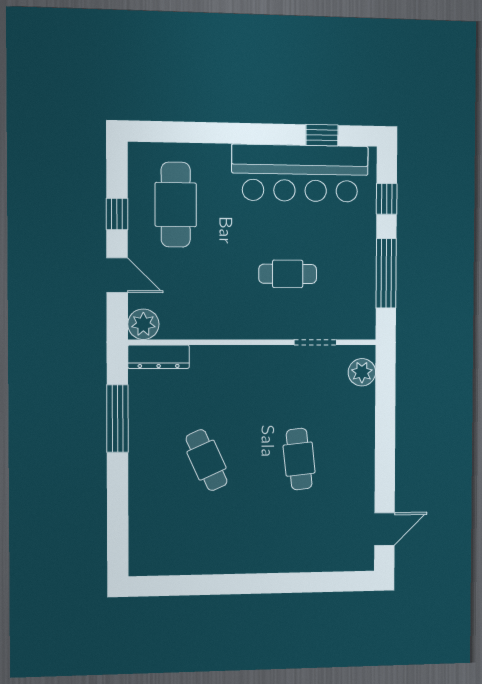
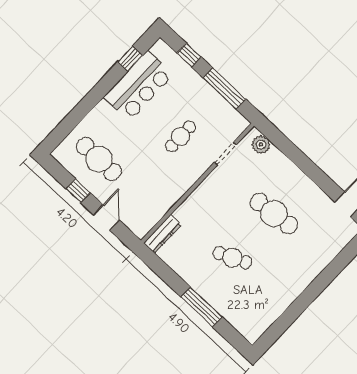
bar counter: (300, 173) -> (138, 86), width x0.73
door: (117, 275) -> (106, 217), hinge flipped
plant: (143, 324) -> (141, 227), removed
window: (117, 418) -> (202, 307), moved
cafe table: (299, 459) -> (274, 214), width x1.37, depth x1.35

